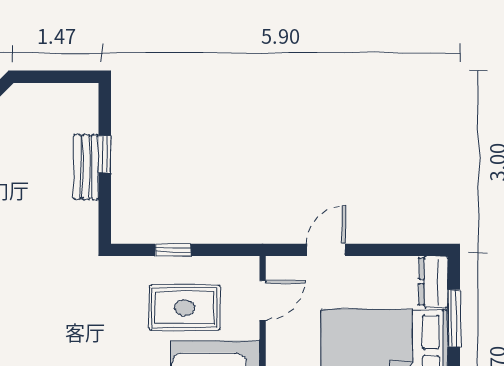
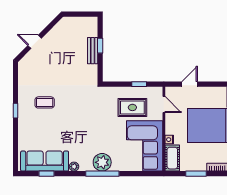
window: (173, 250) -> (139, 84), moved
door: (263, 300) -> (164, 105), hinge flipped

